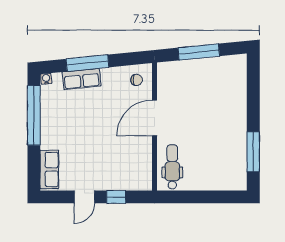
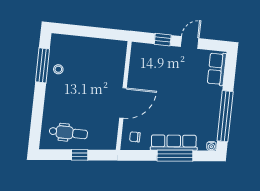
window: (199, 52) -> (80, 155), width x0.46
row of seats: (82, 79) -> (174, 143), width x1.48
stool: (234, 149) -> (58, 69), added
dental chair: (172, 167) -> (68, 133), moved, turned -90

